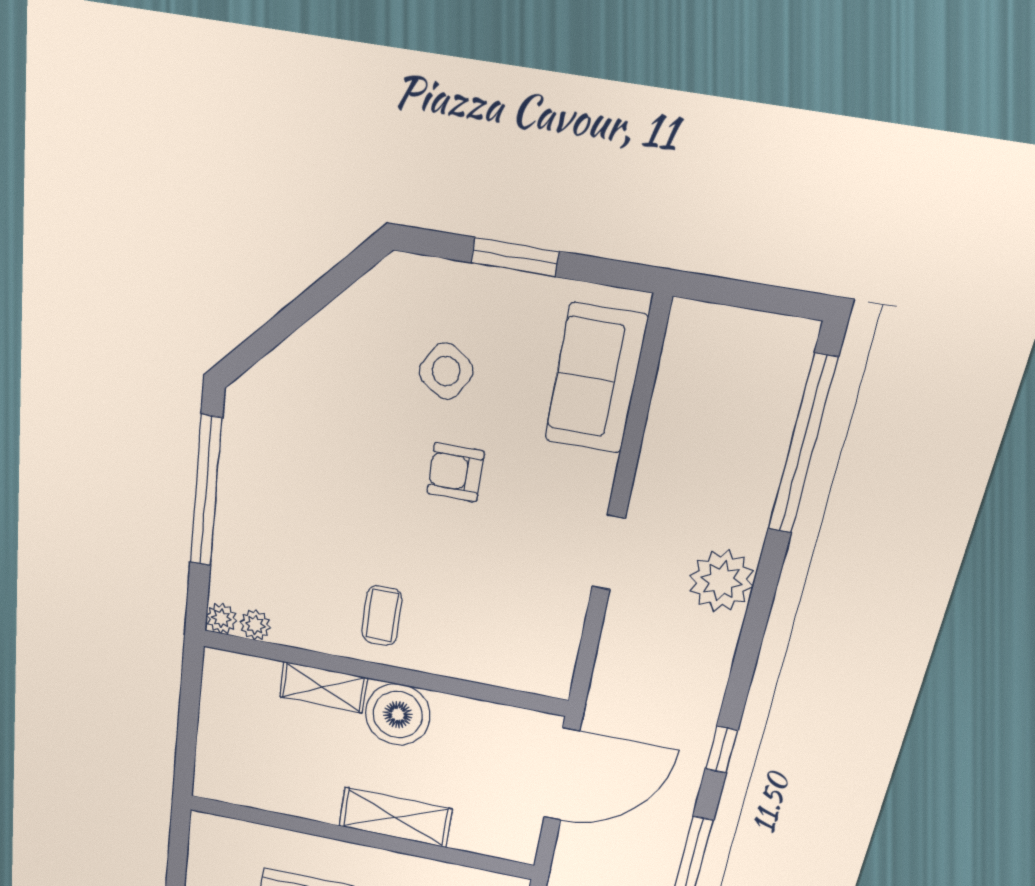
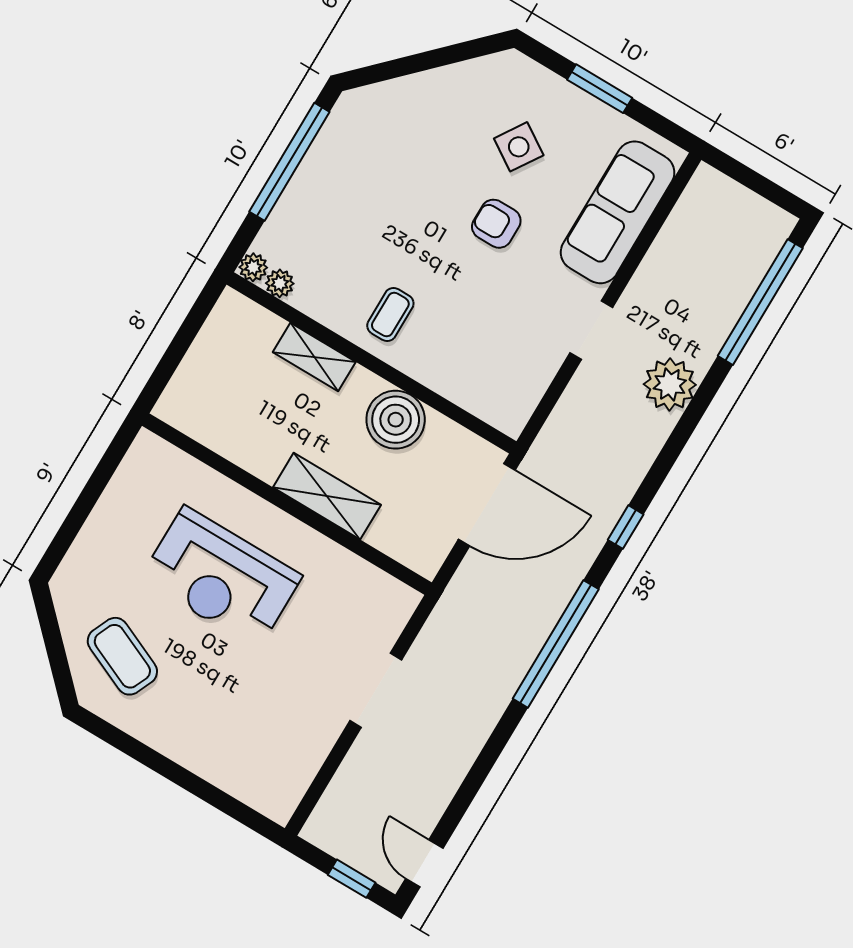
sofa: (596, 379) -> (618, 212), width x1.36
boiler: (398, 715) -> (396, 420), moved

